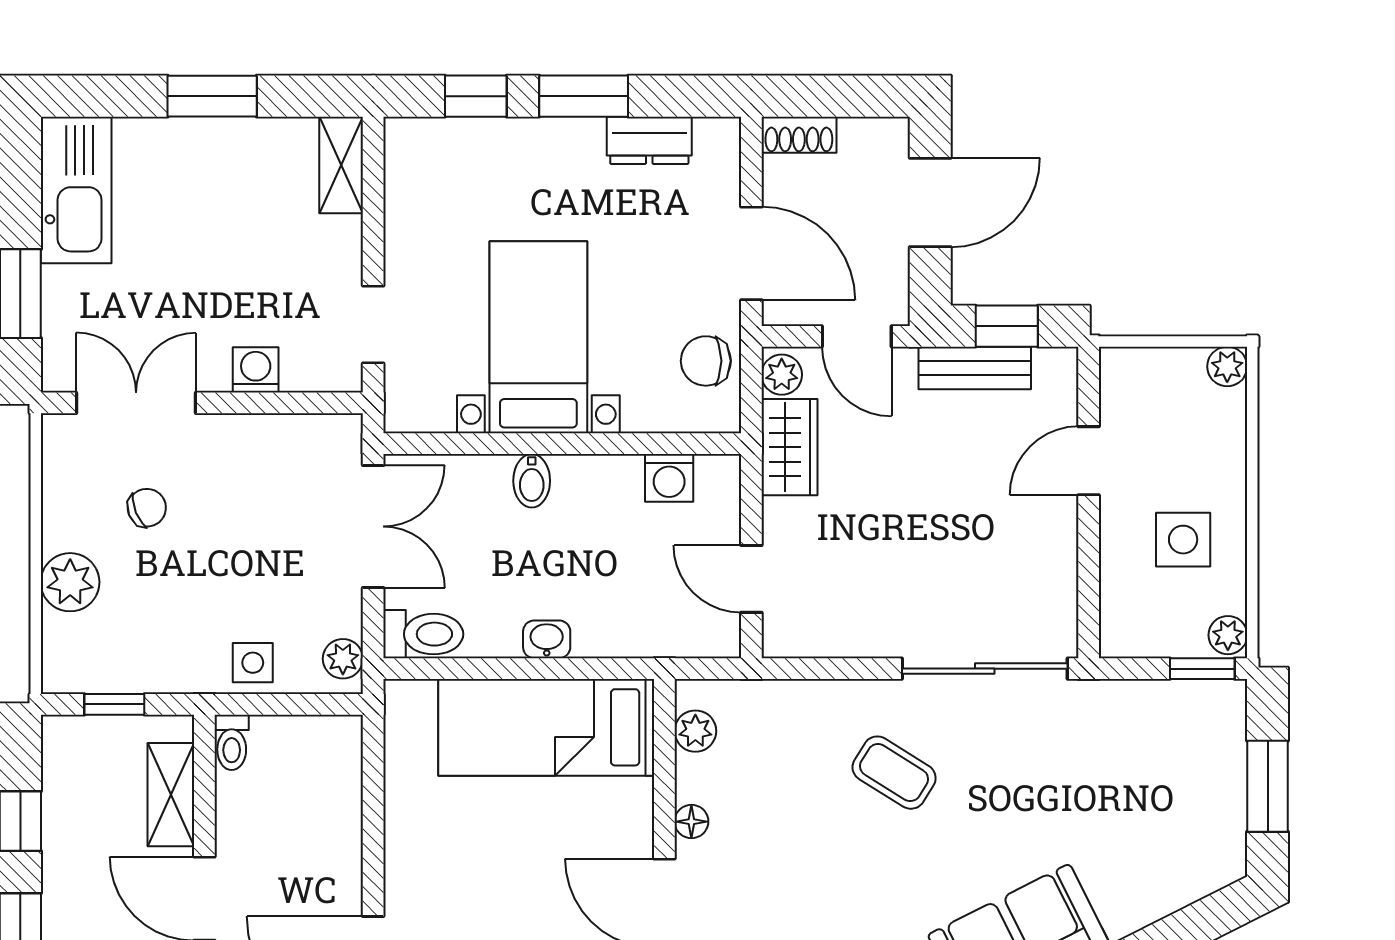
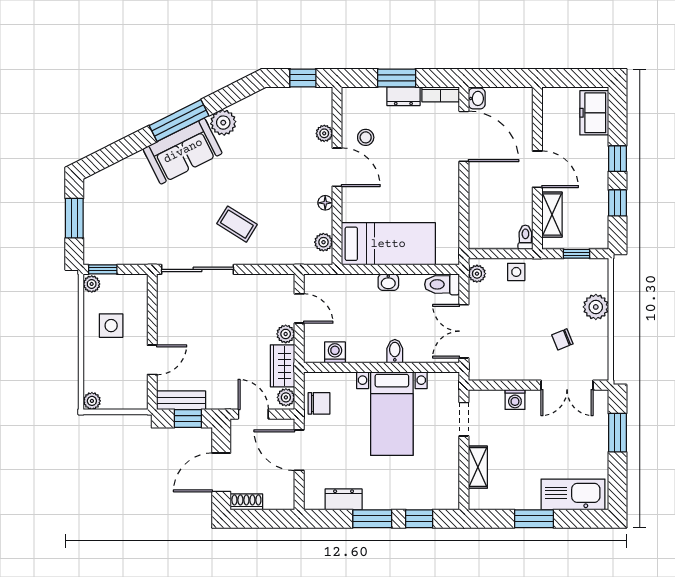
shoe rack: (799, 135) -> (246, 502), moved
shelving: (341, 165) -> (478, 467), moved
kitchen sink: (76, 190) -> (573, 494), moved, turned 90
bench: (975, 368) -> (181, 400), moved
plant: (782, 520) -> (286, 334), added

